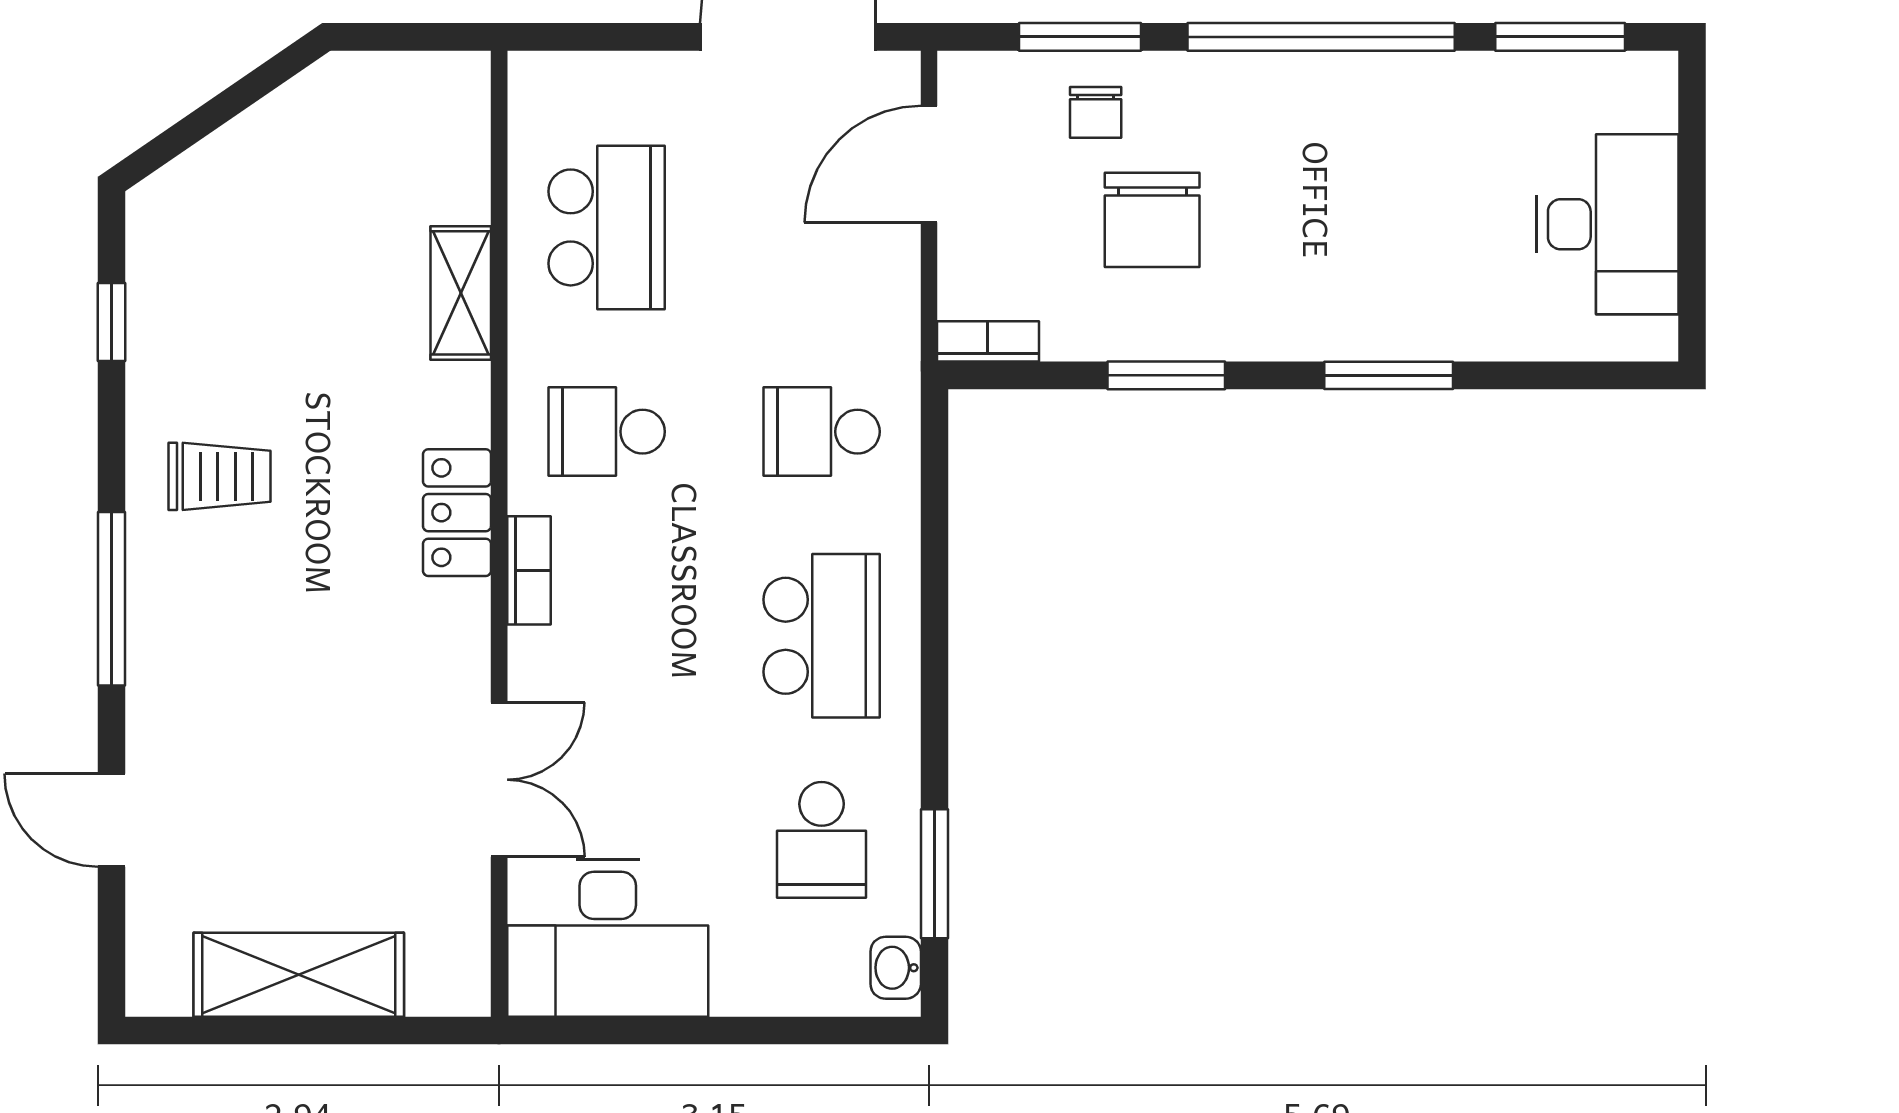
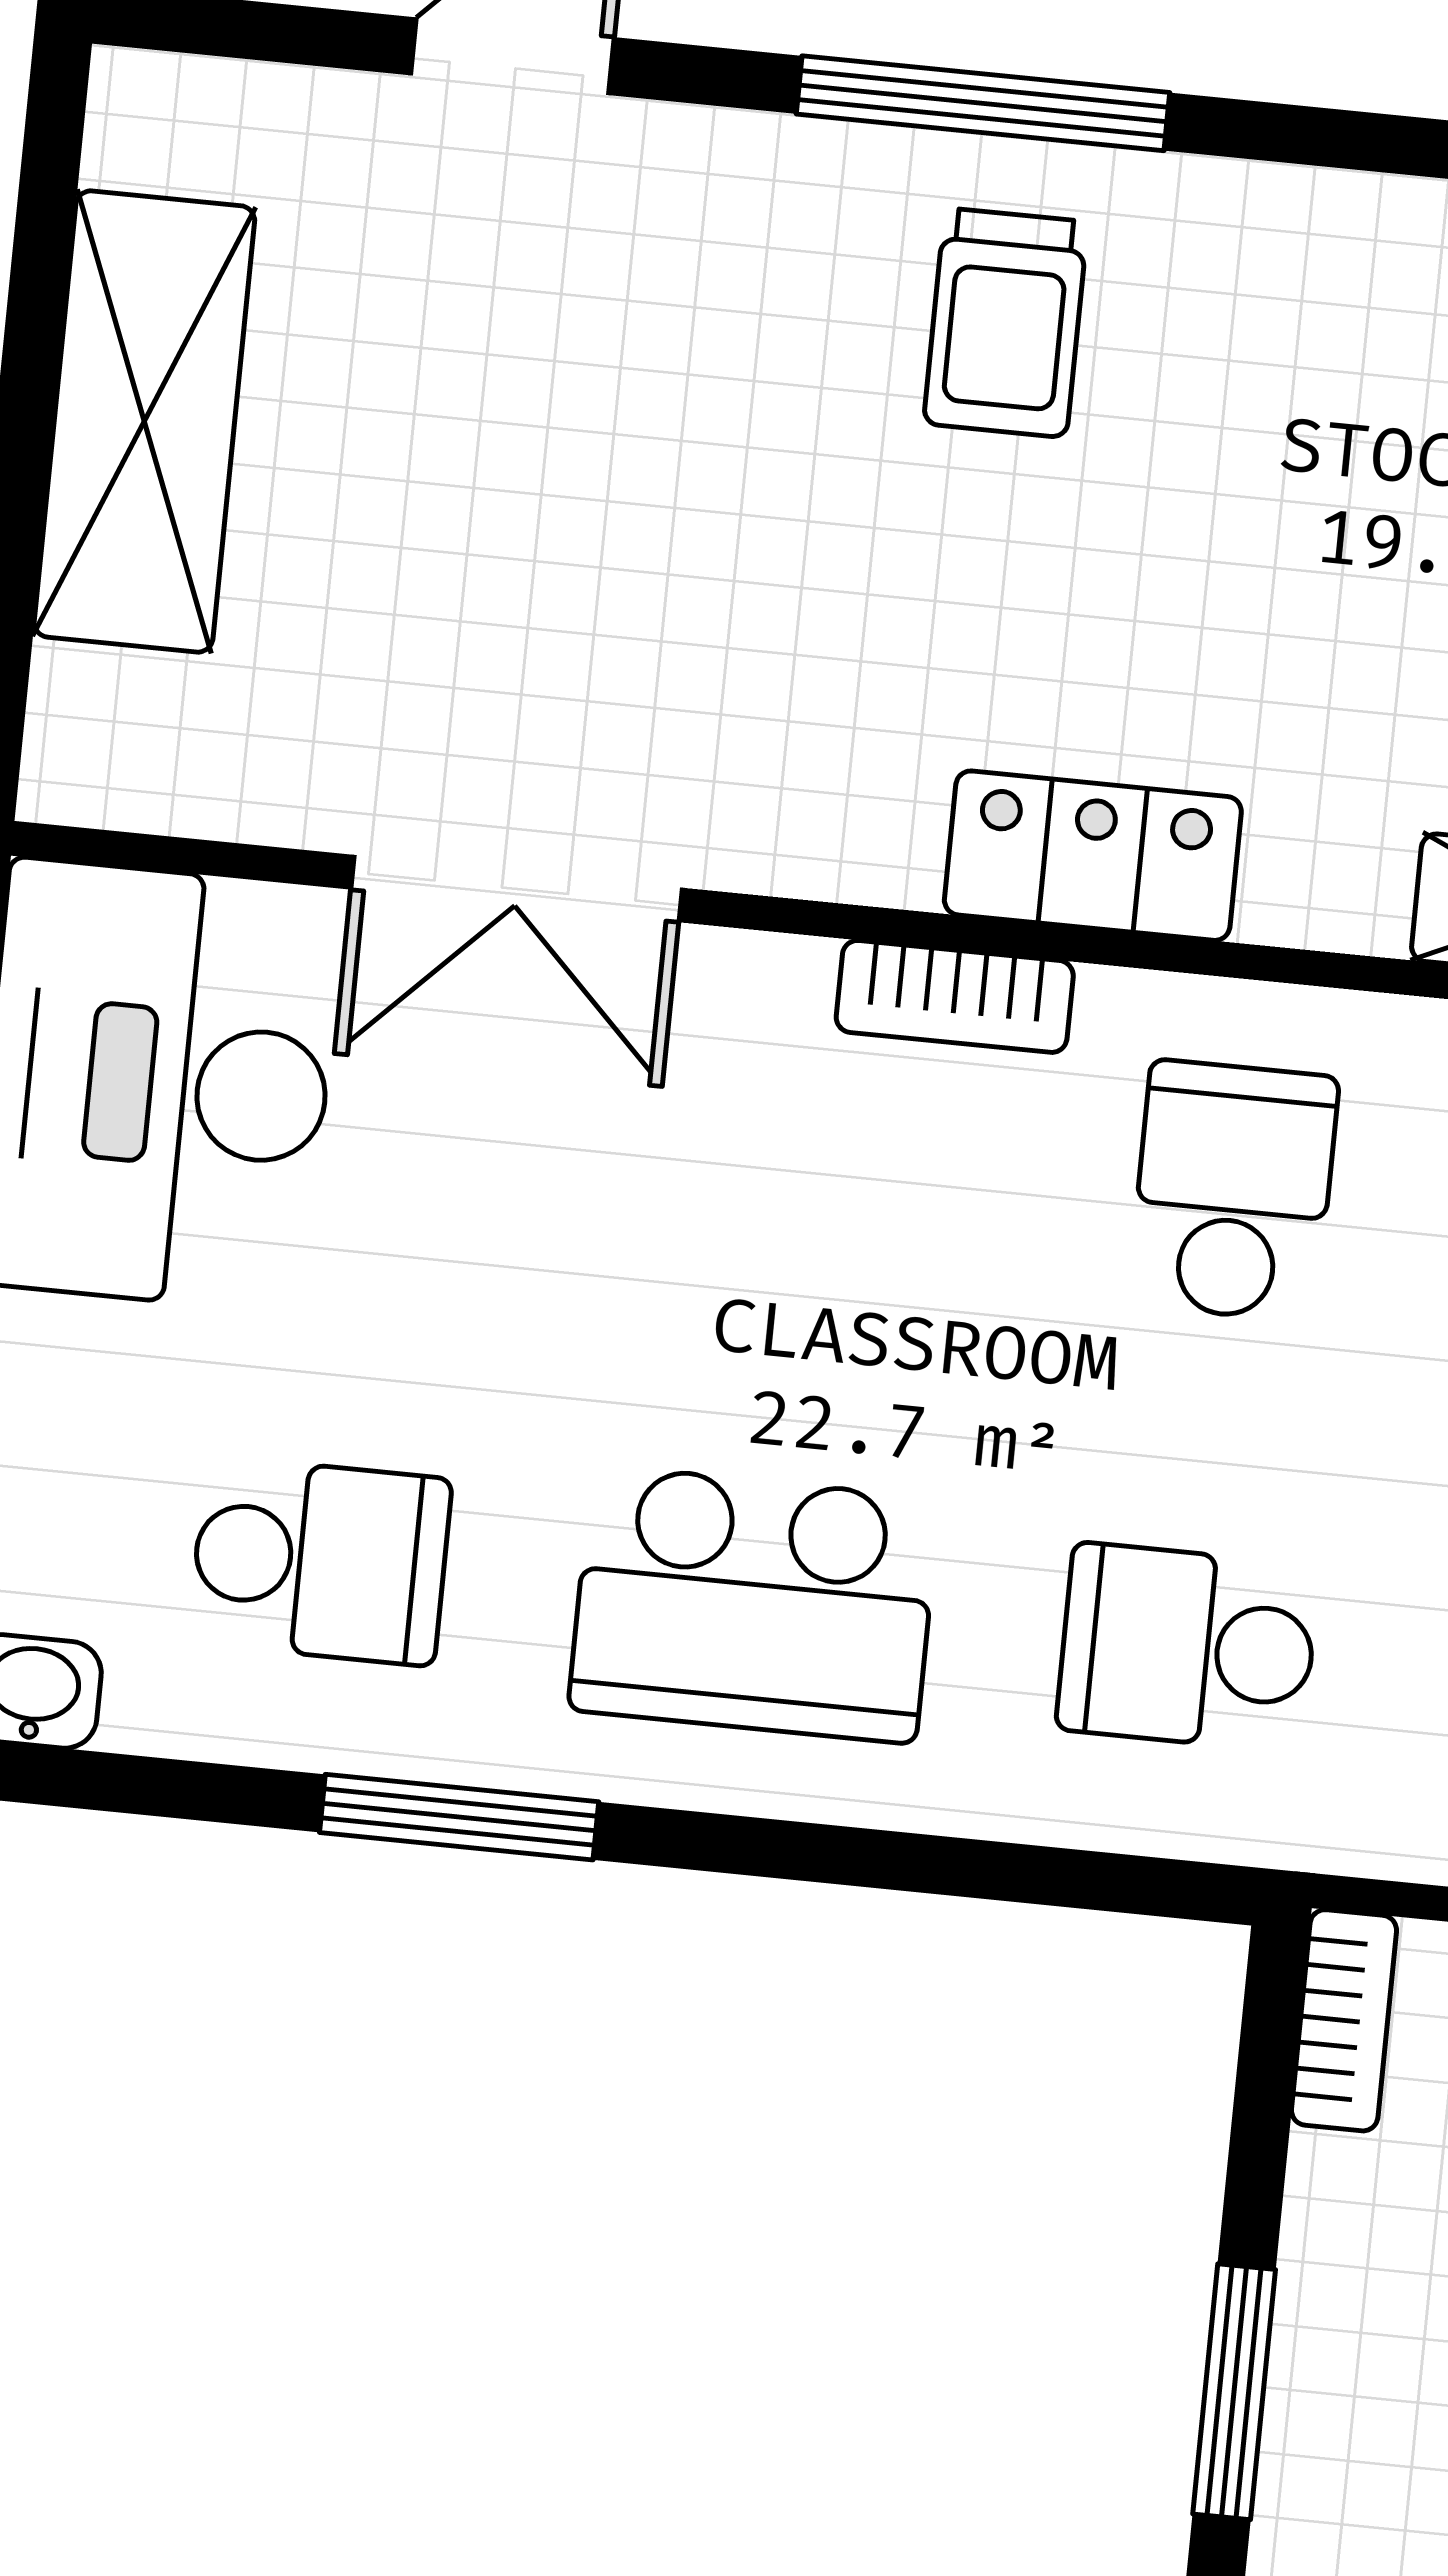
school desk: (822, 432) -> (1188, 1647), turned -90
trolley: (220, 476) -> (1006, 323), moved
school desk: (822, 840) -> (320, 1561), turned 180
window: (934, 874) -> (459, 1817), moved

